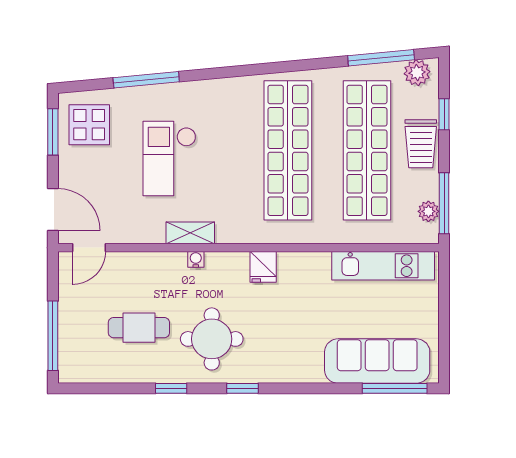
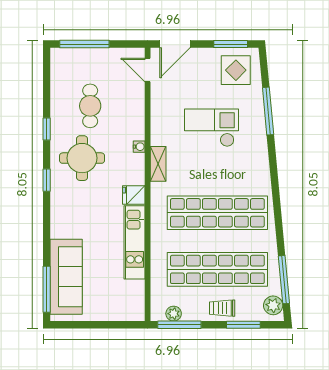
window: (444, 114) -> (243, 325), width x1.50
trolley: (421, 144) -> (222, 308), width x0.73, depth x0.72
shelving: (190, 233) -> (158, 164), moved
kitchen unit: (383, 266) -> (135, 242), moved

